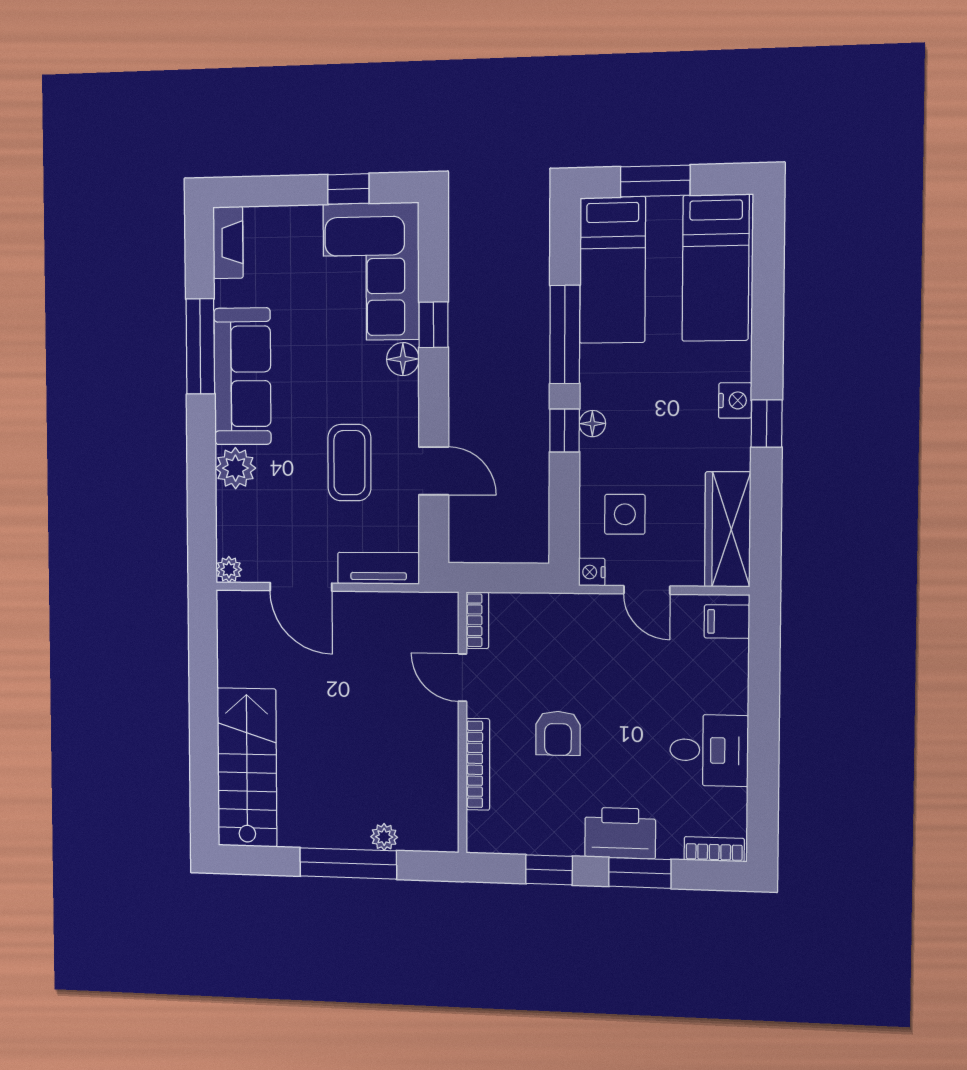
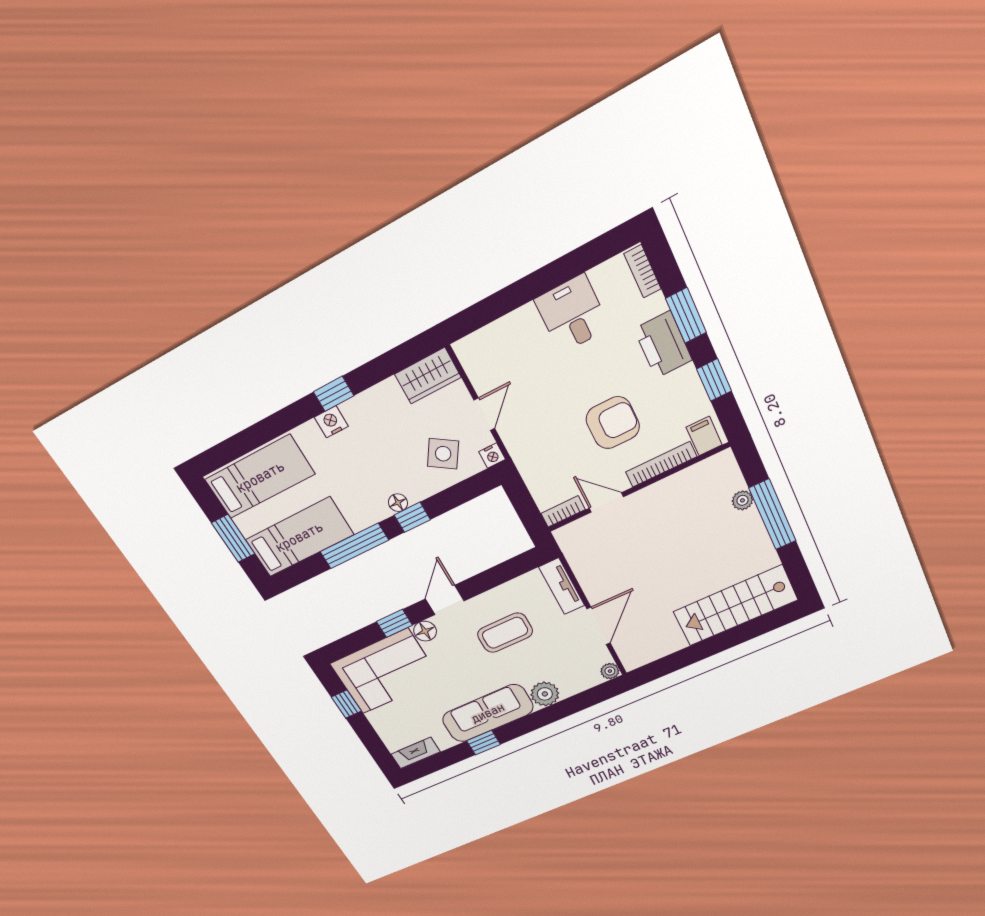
window: (200, 346) -> (484, 743), width x0.46
door: (434, 471) -> (445, 600), moved
side table: (625, 514) -> (443, 454), turned 33
wardrobe: (728, 529) -> (428, 376), width x0.67
filing cabinet: (727, 622) -> (704, 436), moved, turned 180
door: (462, 678) -> (606, 502), swing flipped
armchair: (558, 733) -> (613, 423), width x1.38, depth x1.38

